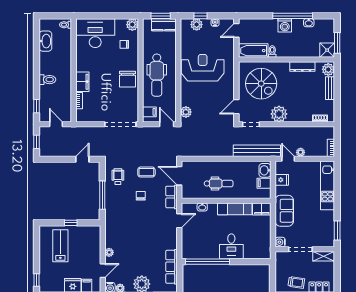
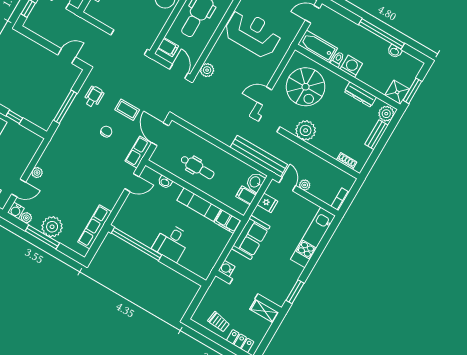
washing machine: (285, 25) -> (351, 66), moved, turned 180

